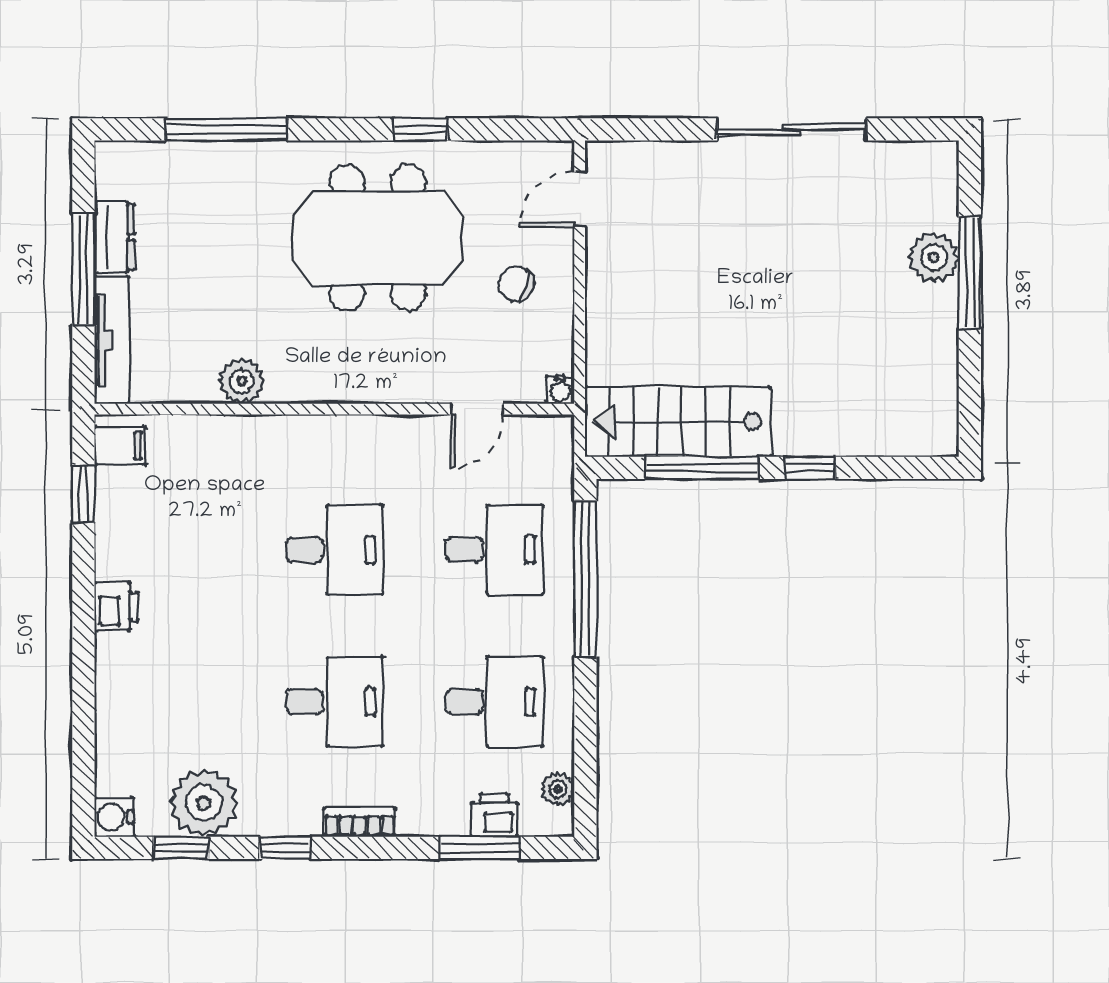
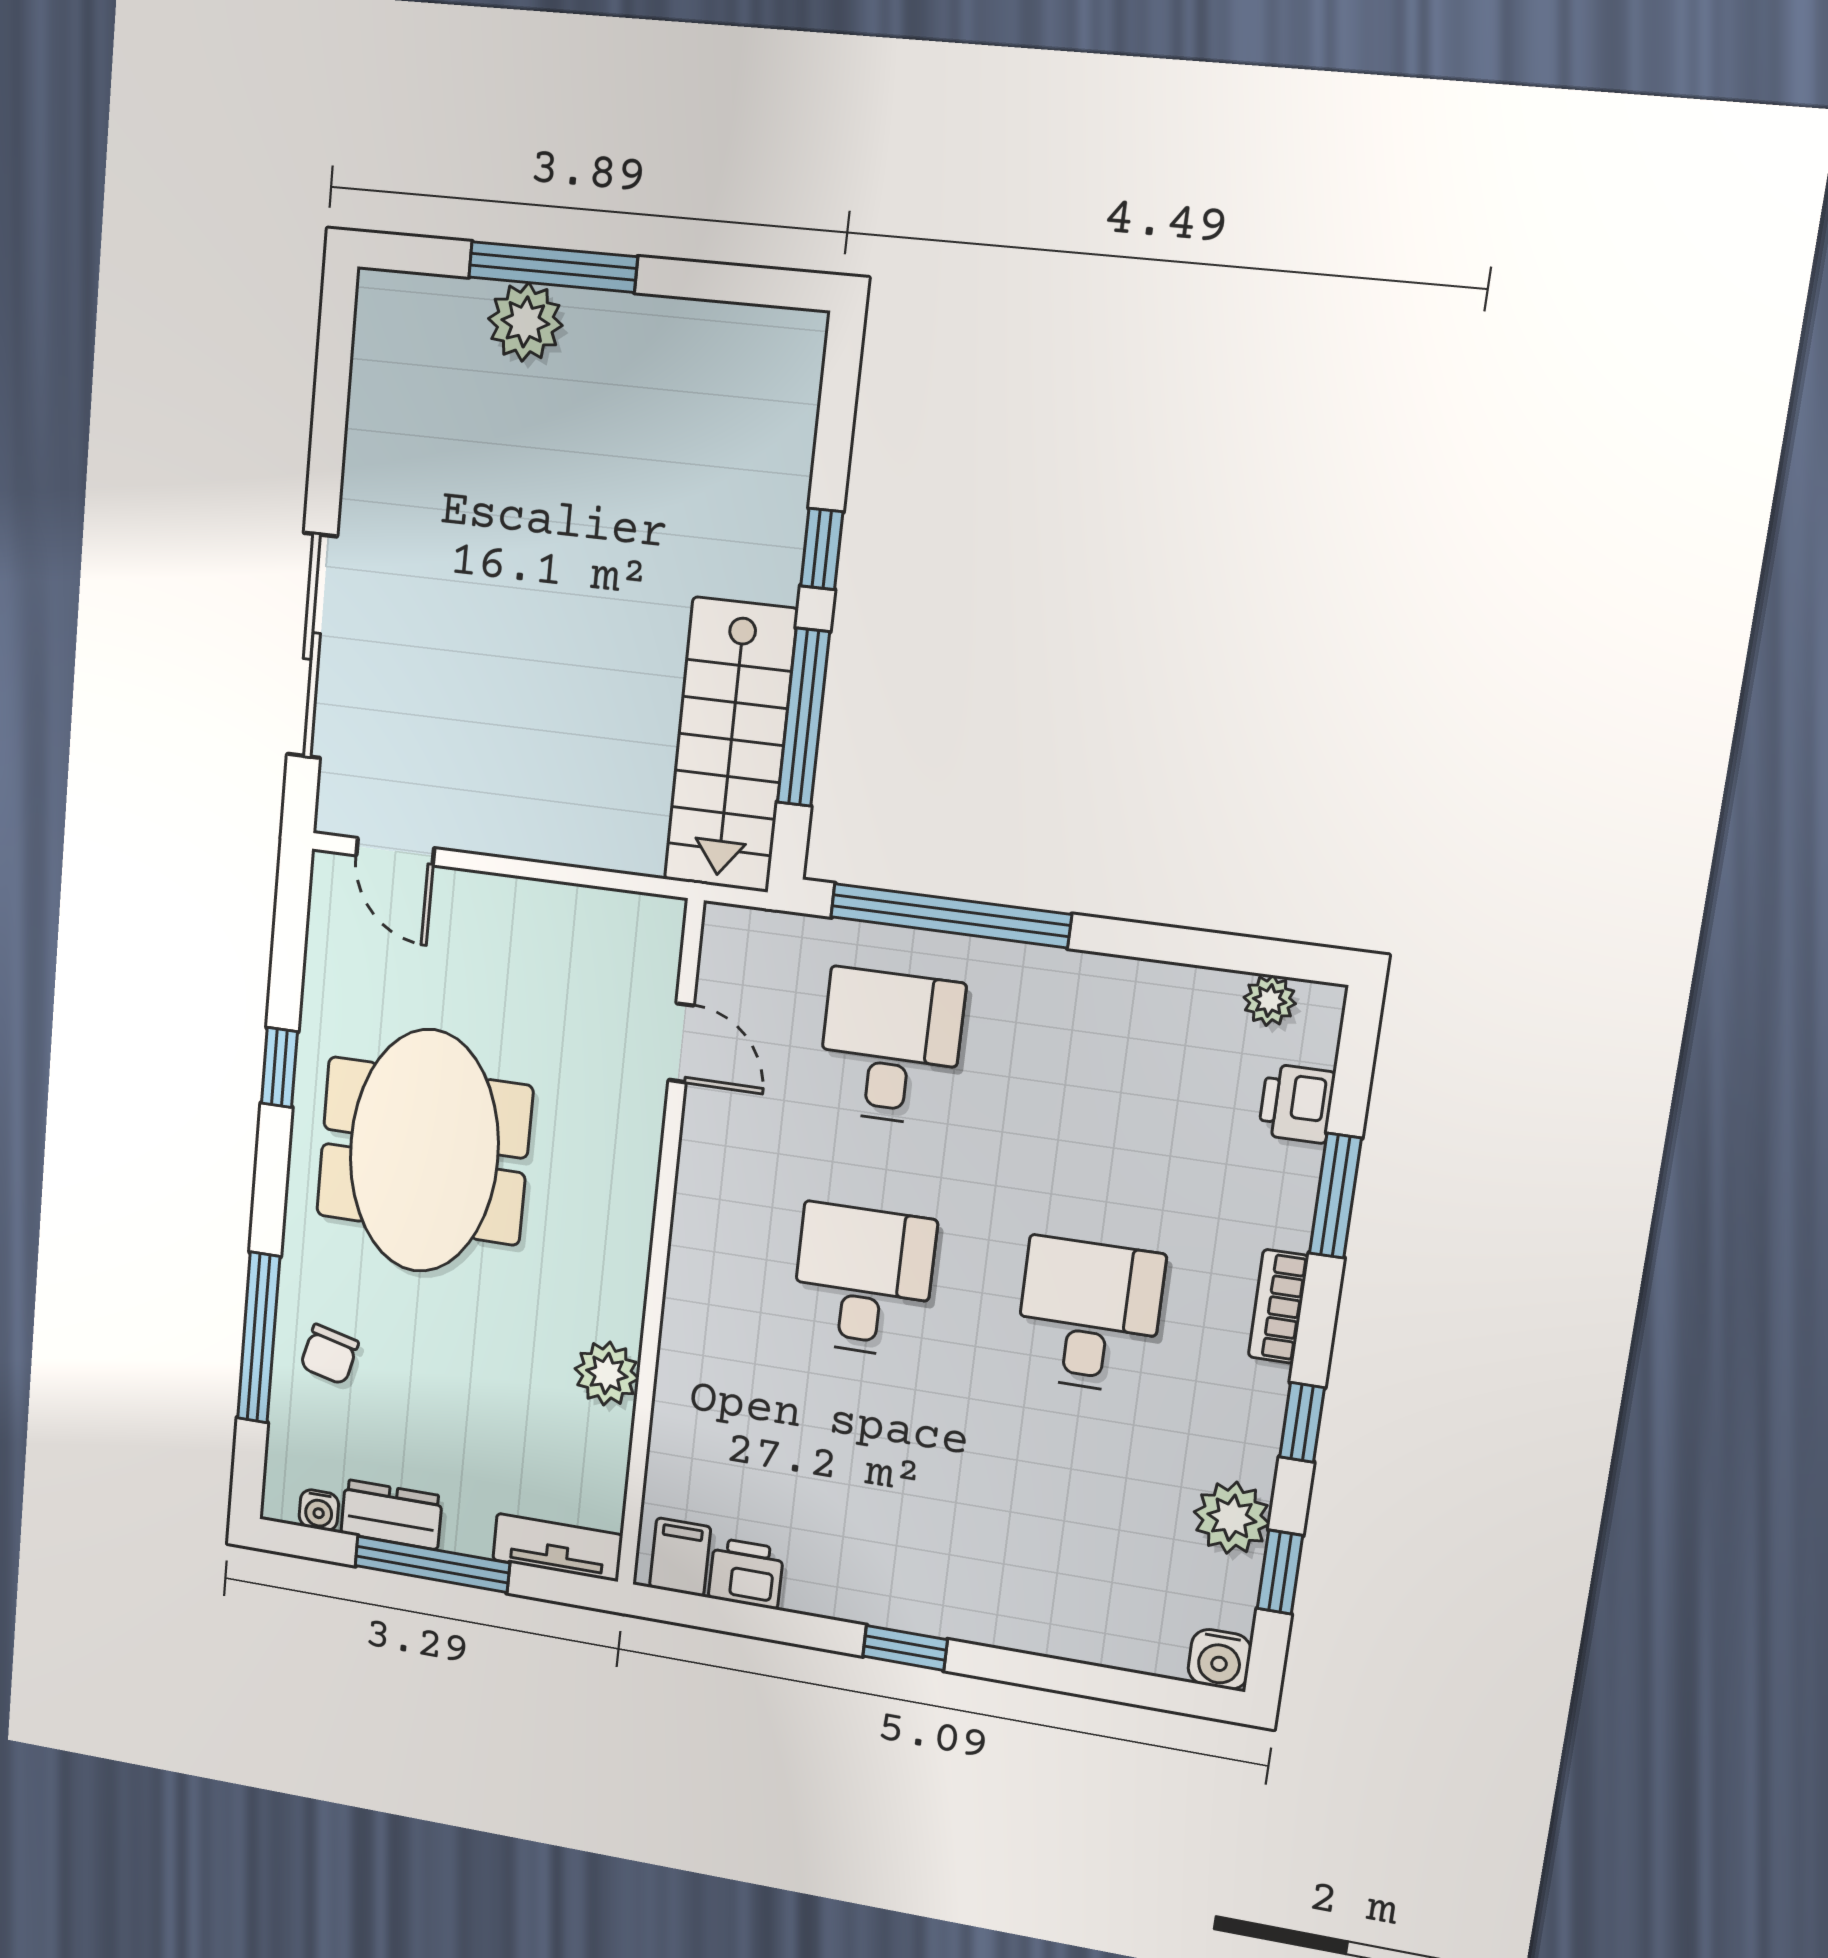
sliding door: (792, 129) -> (312, 646), moved
chair: (516, 284) -> (329, 1354), moved
tv unit: (112, 340) -> (557, 1547), width x0.71
water cooler: (560, 390) -> (319, 1510), moved, turned 90
window: (83, 494) -> (905, 1648), moved
printer: (117, 607) -> (746, 1573), moved
desk: (494, 702) -> (1120, 1079), removed
plant: (204, 803) -> (1232, 1518), width x0.73, depth x0.73
window: (480, 848) -> (1335, 1196), moved

